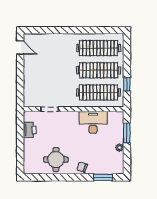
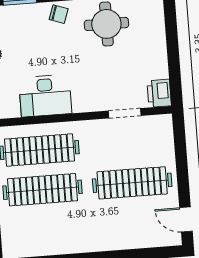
clothes rail: (99, 48) -> (132, 183), moved
printer: (30, 130) -> (159, 93), moved

